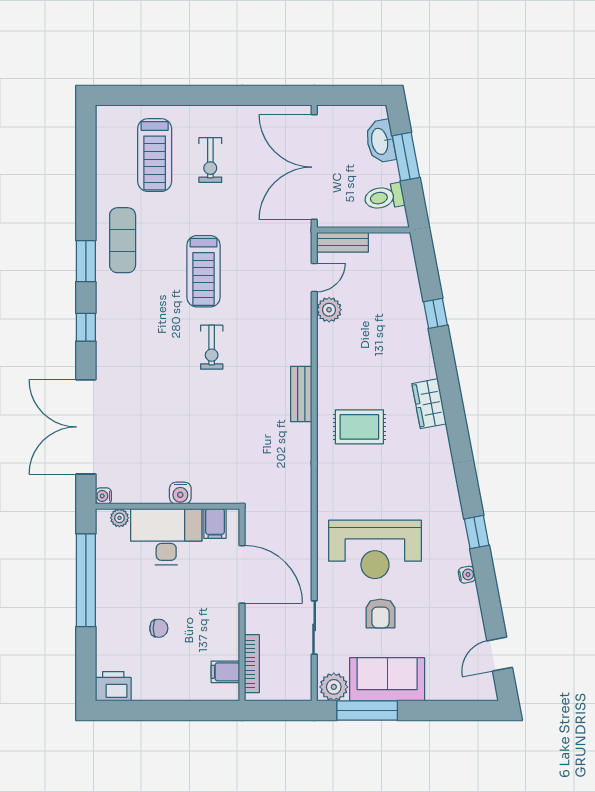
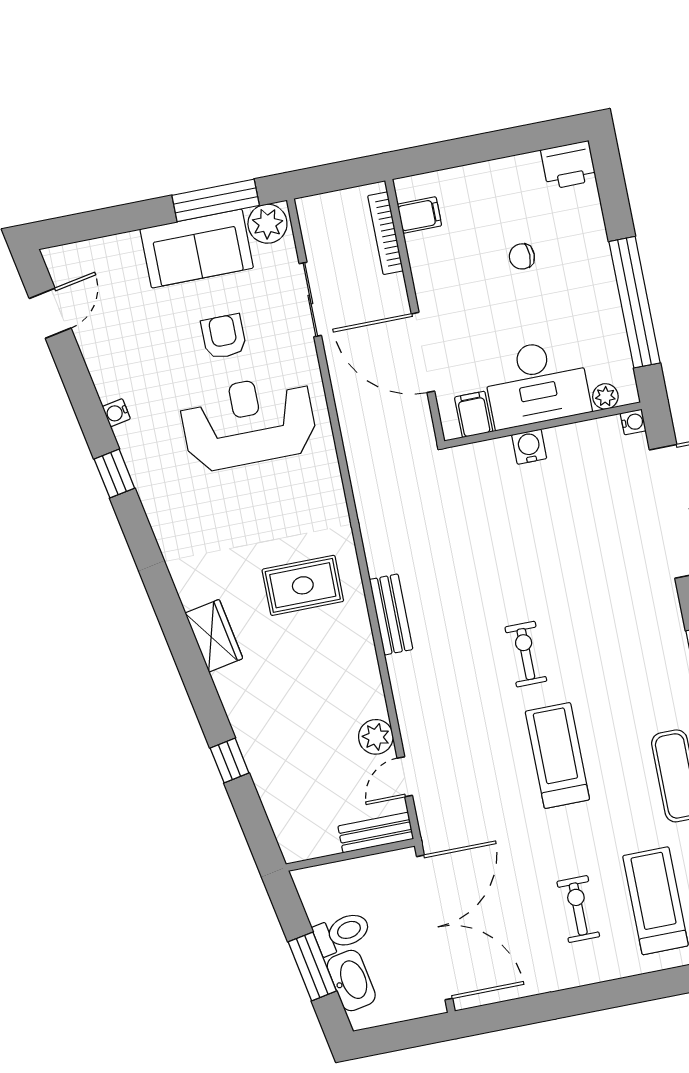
toilet: (384, 197) -> (342, 933), moved

